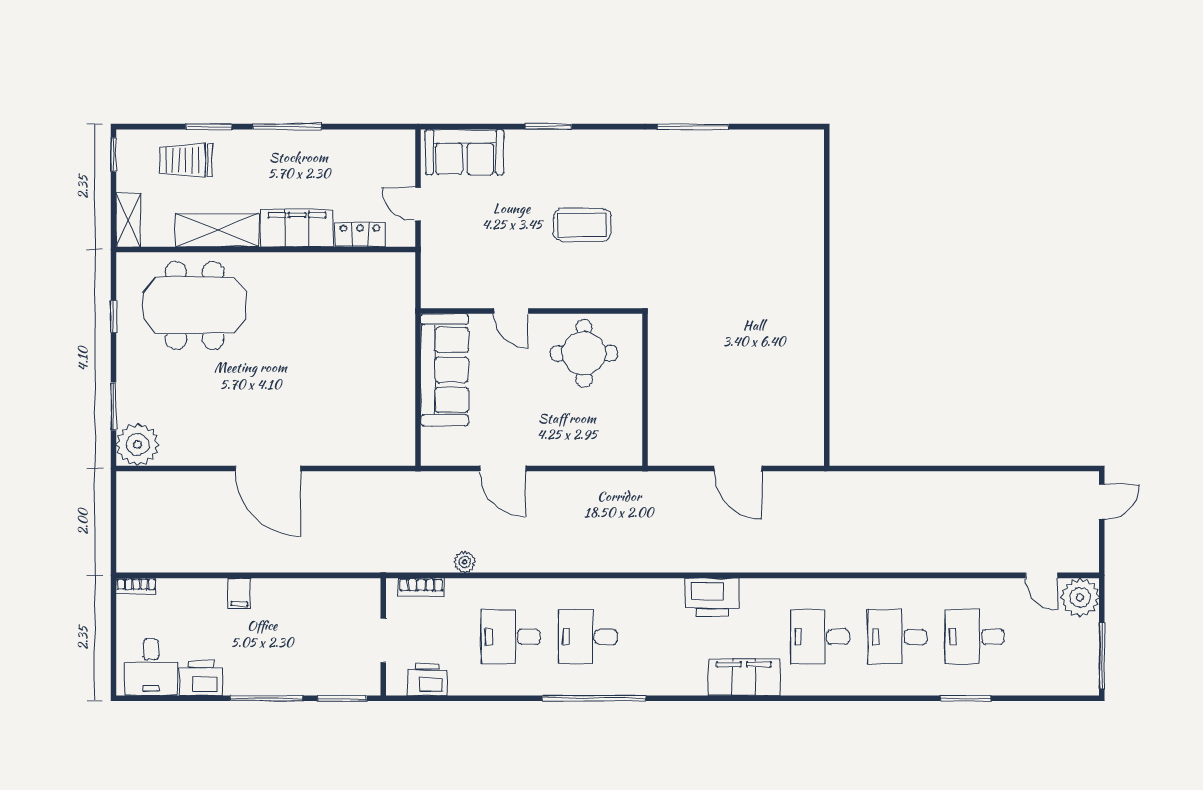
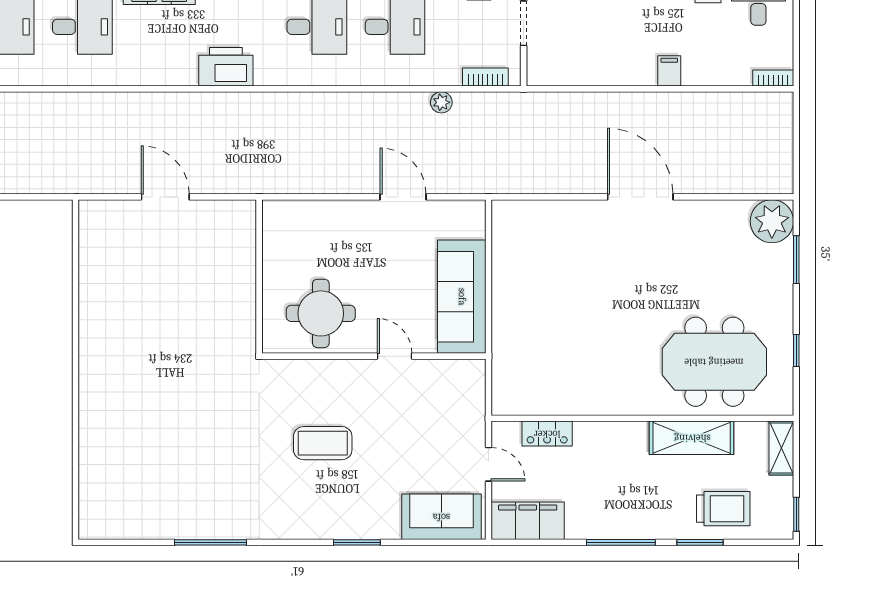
filing cabinet: (297, 228) -> (528, 521), moved, turned 180
printer: (712, 597) -> (226, 67), moved

